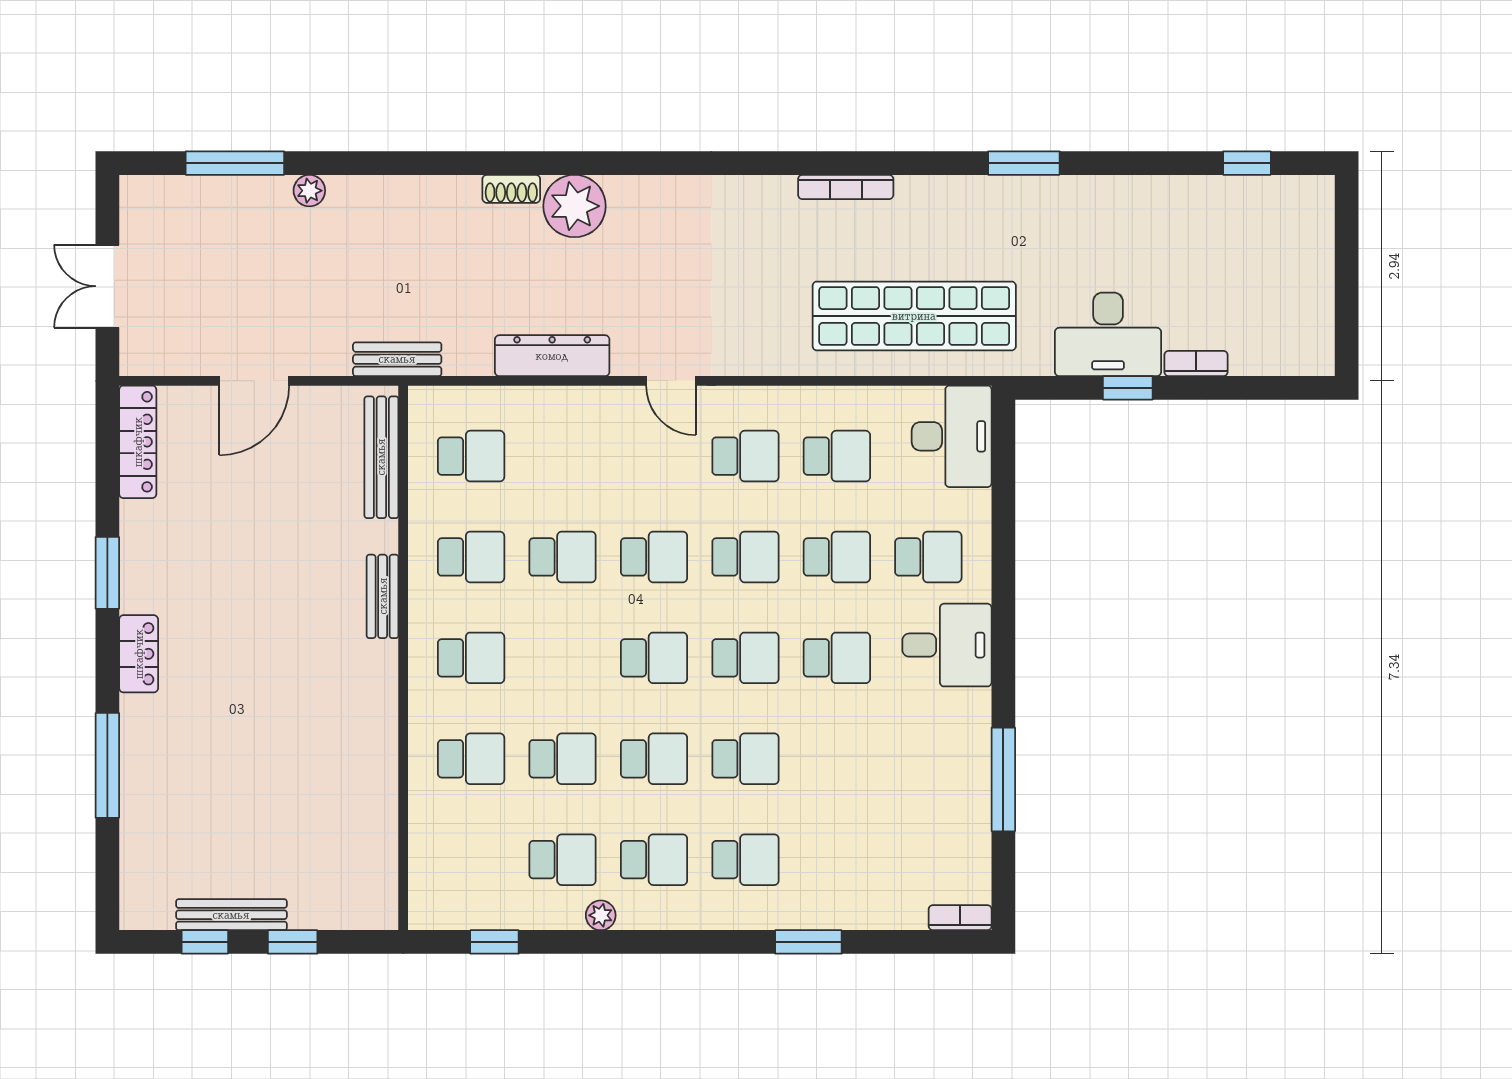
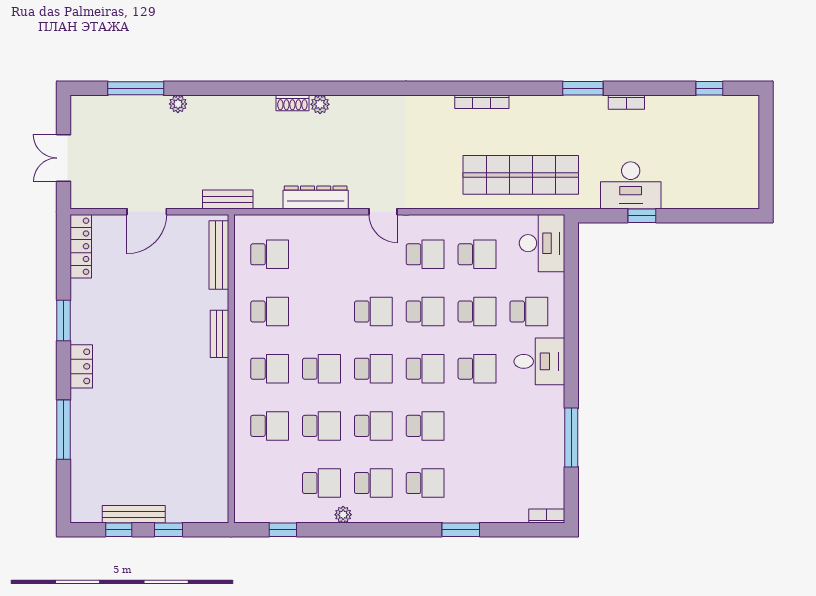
plant: (574, 206) -> (320, 104), width x0.53, depth x0.53
bookcase: (1196, 363) -> (626, 102), moved, turned 180
school desk: (563, 557) -> (321, 369), moved

